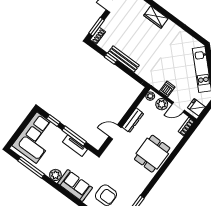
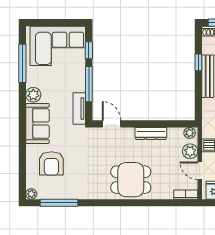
door: (115, 132) -> (111, 124), moved
tv unit: (75, 146) -> (79, 109), moved

